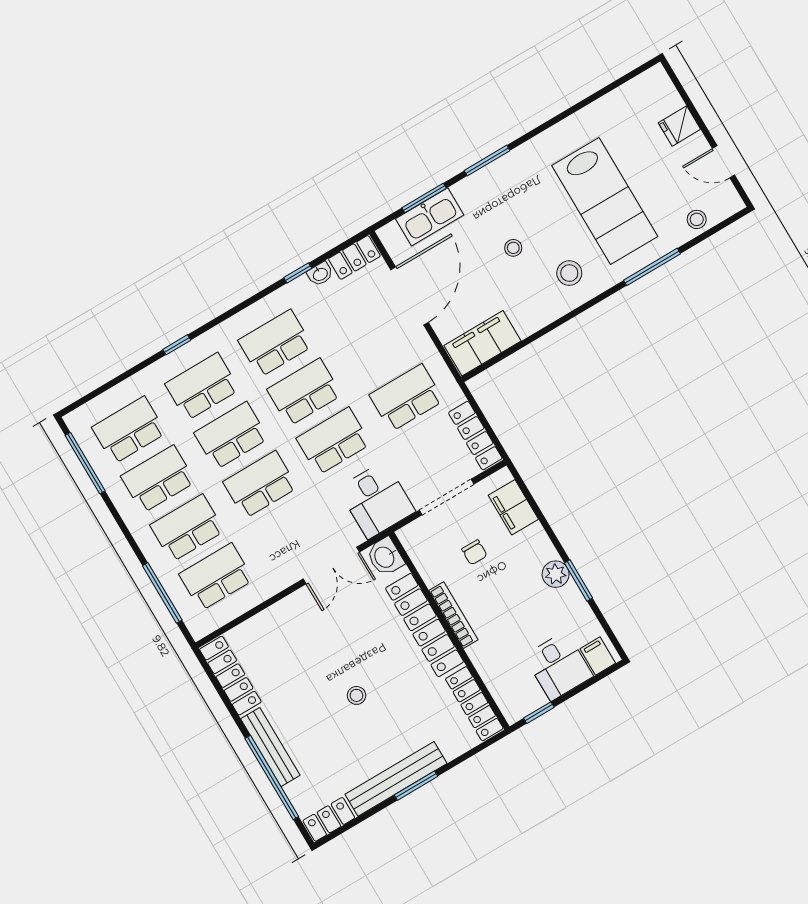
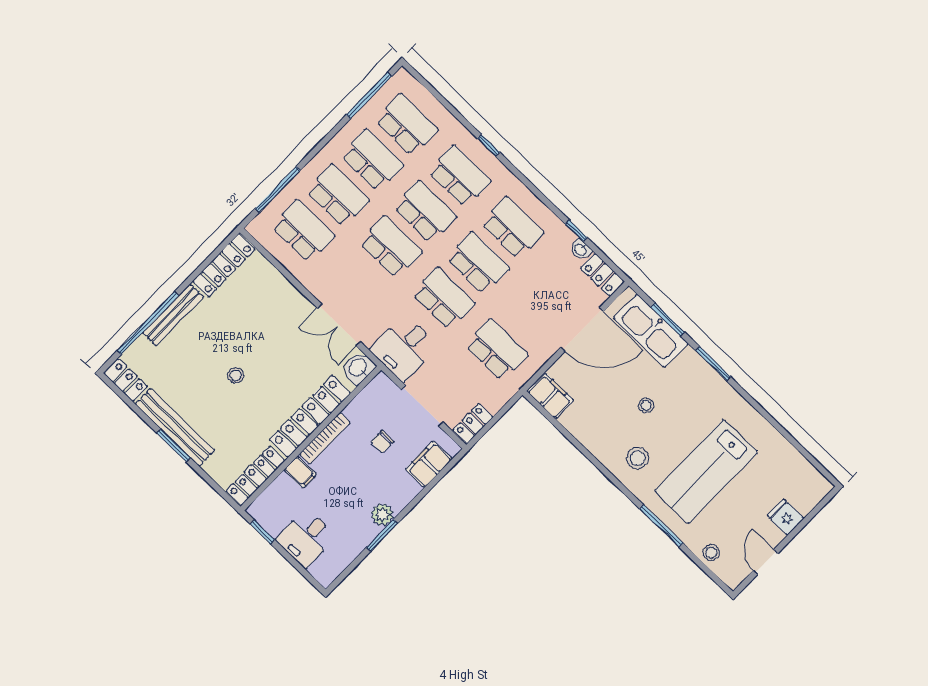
kitchen sink: (430, 217) -> (651, 331), width x1.36, depth x1.24
filing cabinet: (483, 343) -> (550, 396), width x0.67, depth x0.86
locker: (475, 436) -> (473, 424), width x0.66
filing cabinet: (598, 656) -> (300, 472), moved, turned 90

